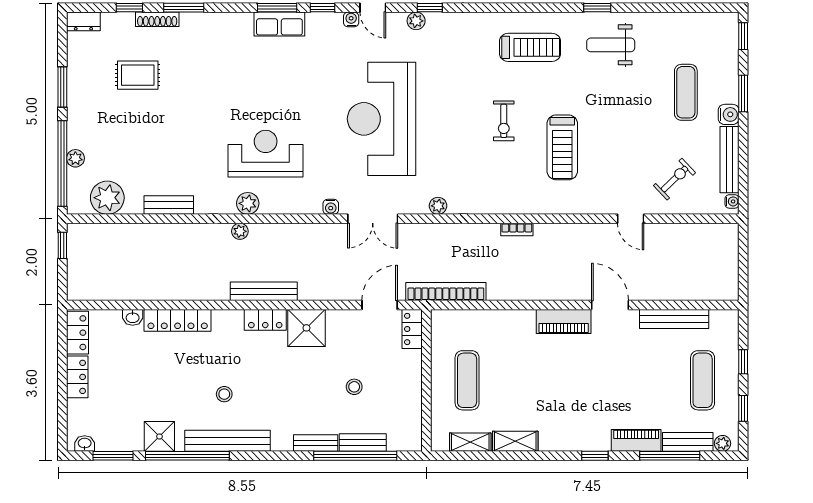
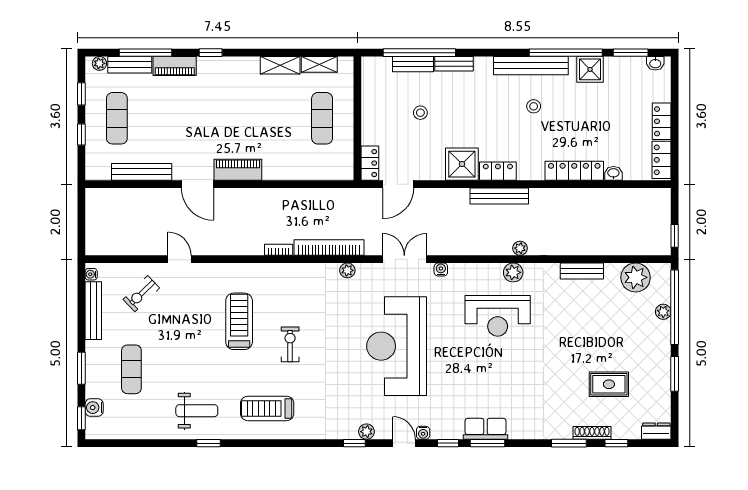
water cooler: (729, 114) -> (94, 408), moved
reception desk: (382, 119) -> (397, 346), turned 180
bookcase: (446, 292) -> (329, 247), moved, turned 180

